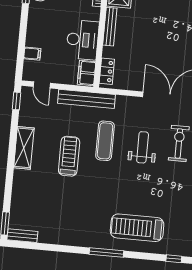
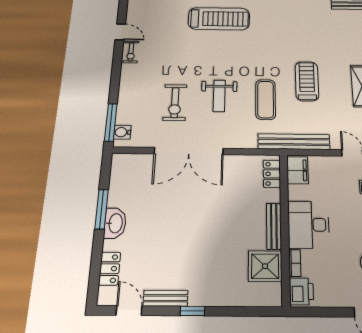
desk: (83, 40) -> (308, 225), moved
treadmill: (69, 156) -> (307, 81), turned 180

